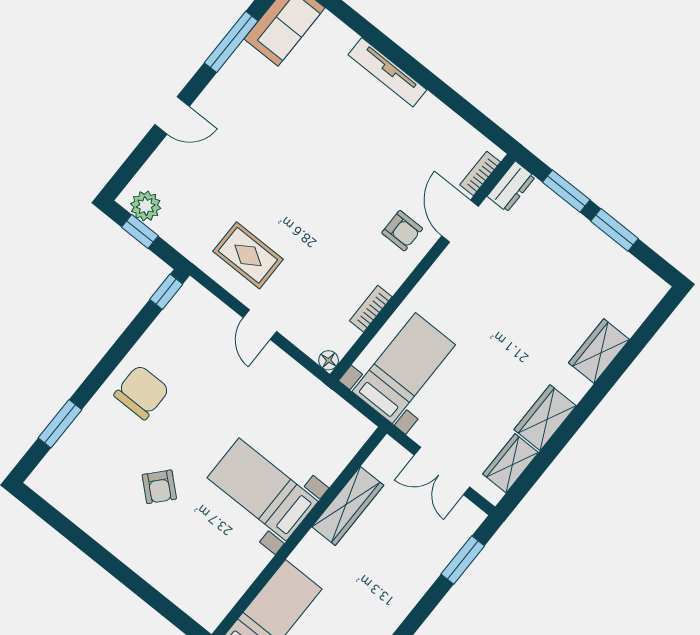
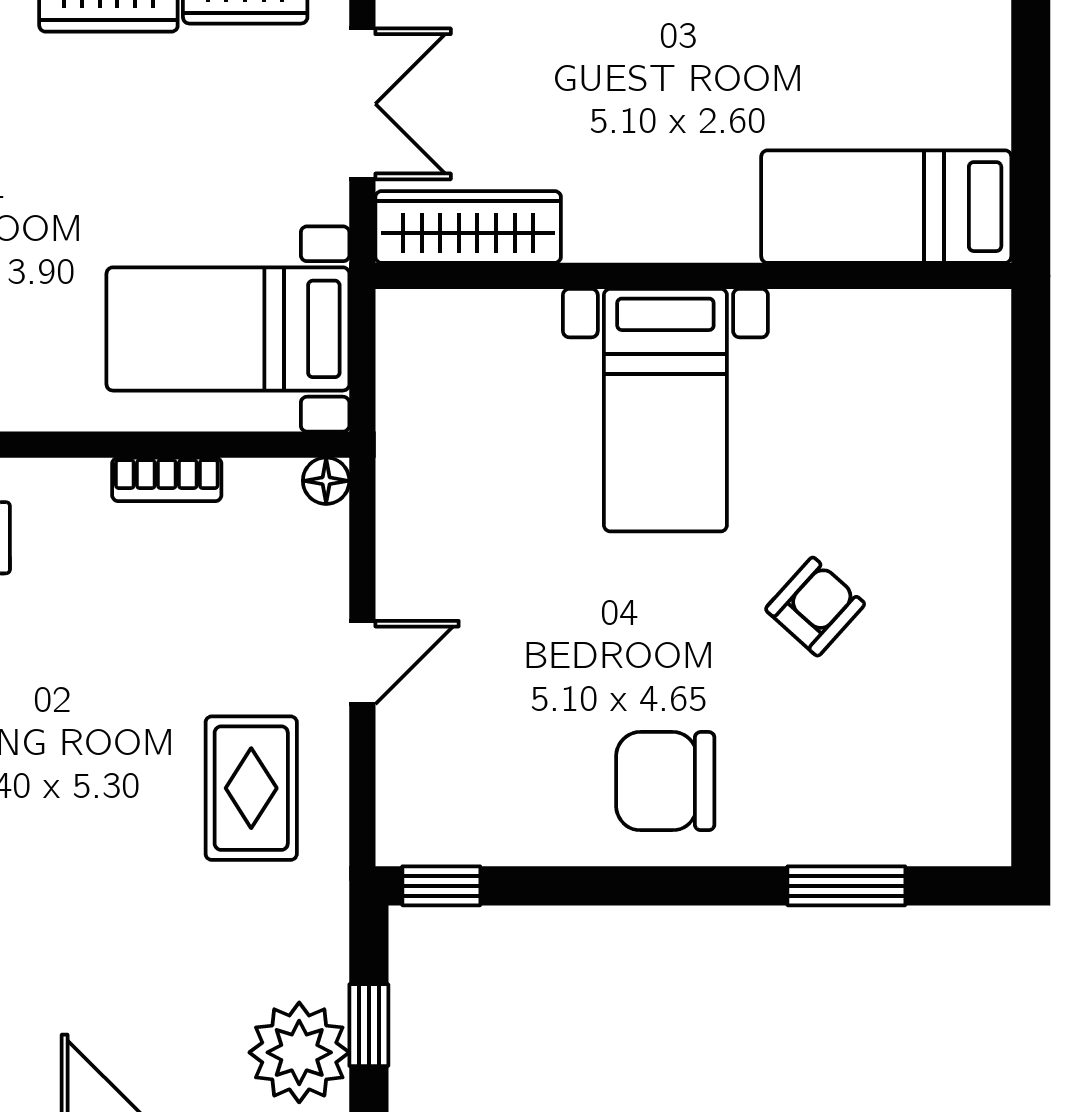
plant: (146, 206) -> (299, 1052), width x1.36, depth x1.36
wardrobe: (348, 506) -> (468, 227), moved

